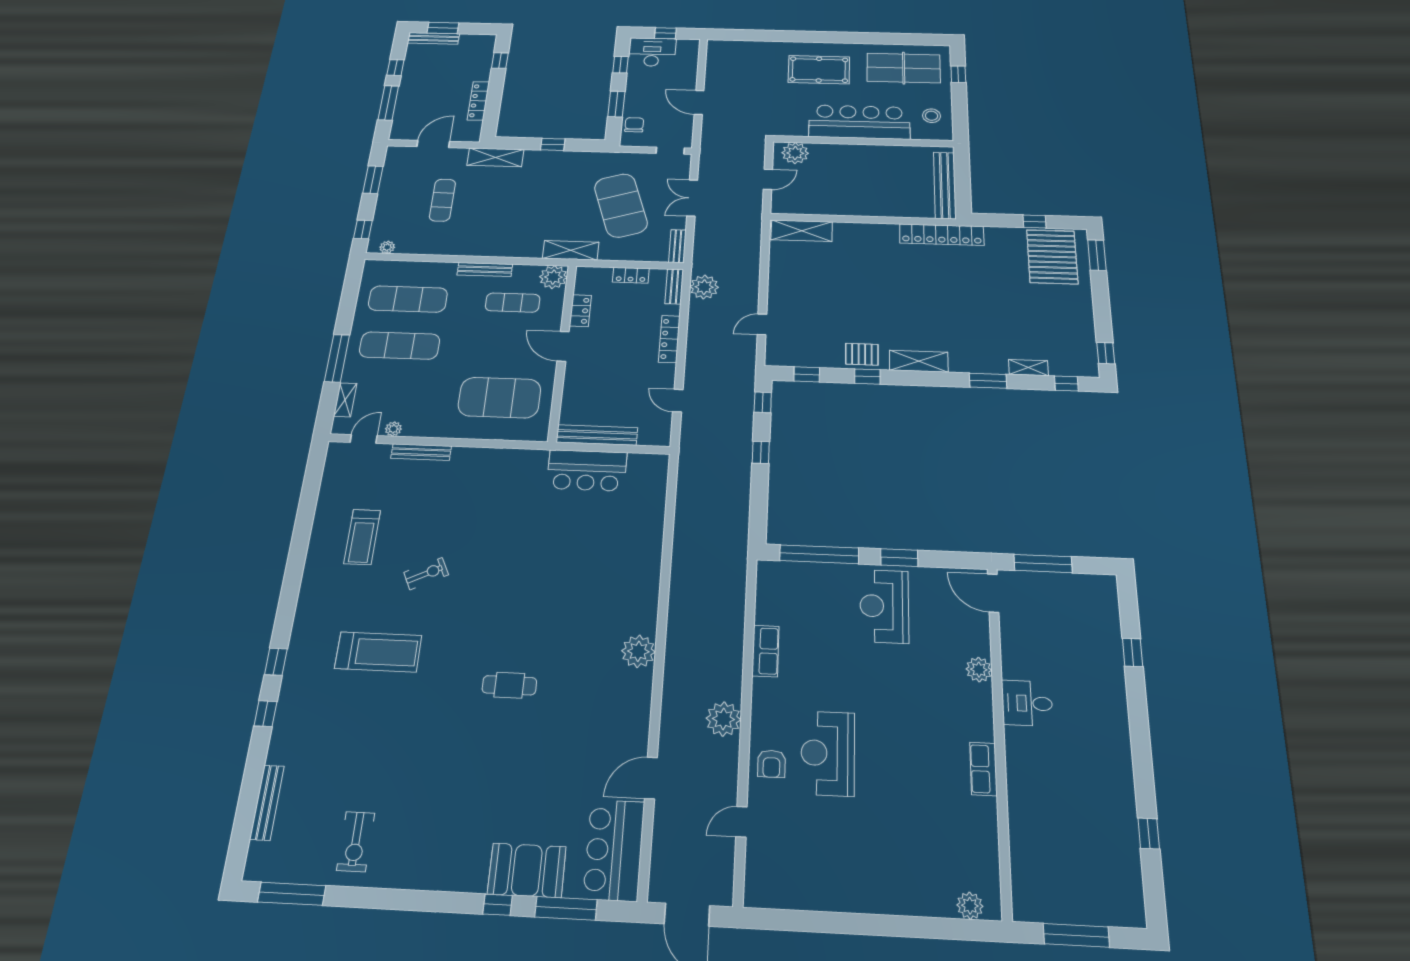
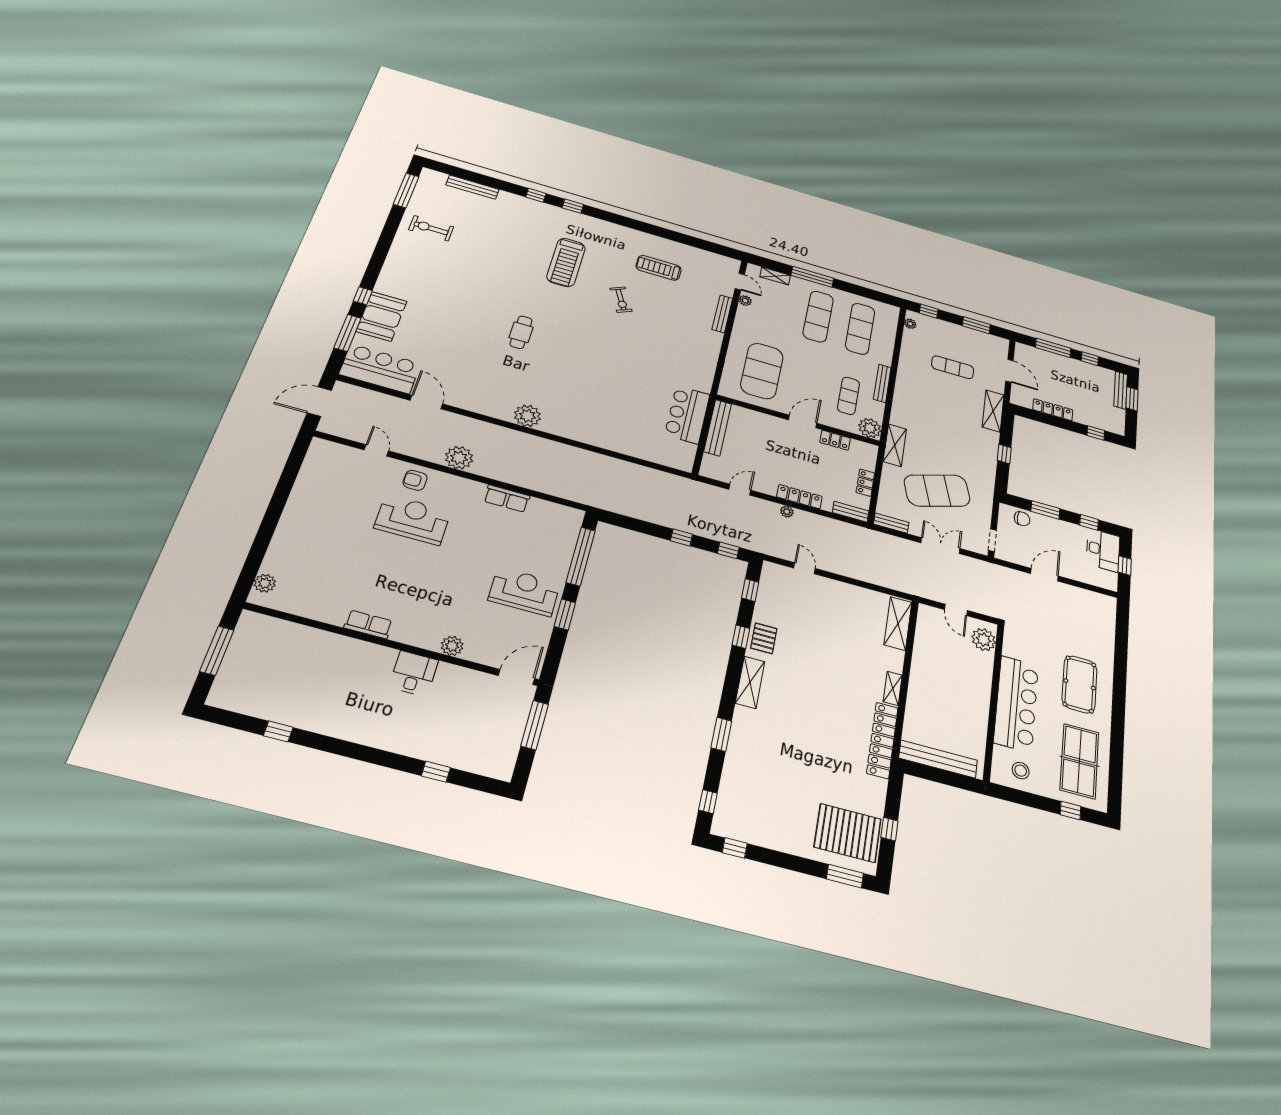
plant: (704, 287) -> (787, 512), moved, width x0.53, depth x0.53
shelving: (1028, 368) -> (893, 688), moved

